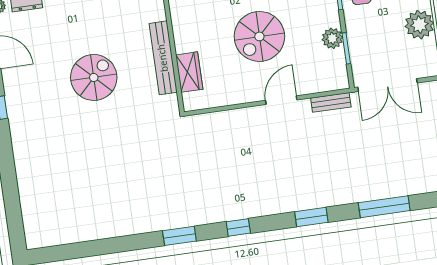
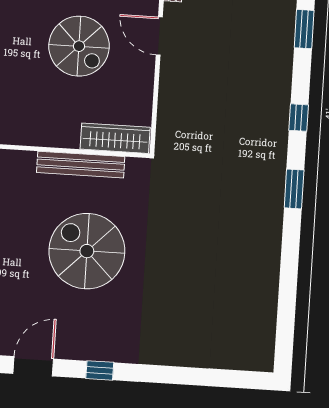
wardrobe: (189, 72) -> (115, 138), width x1.50
spiral stairs: (94, 77) -> (87, 251), width x1.37, depth x1.37

